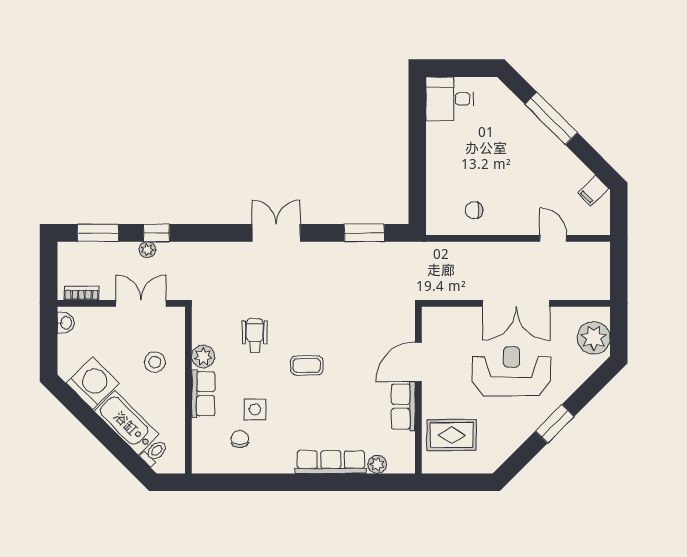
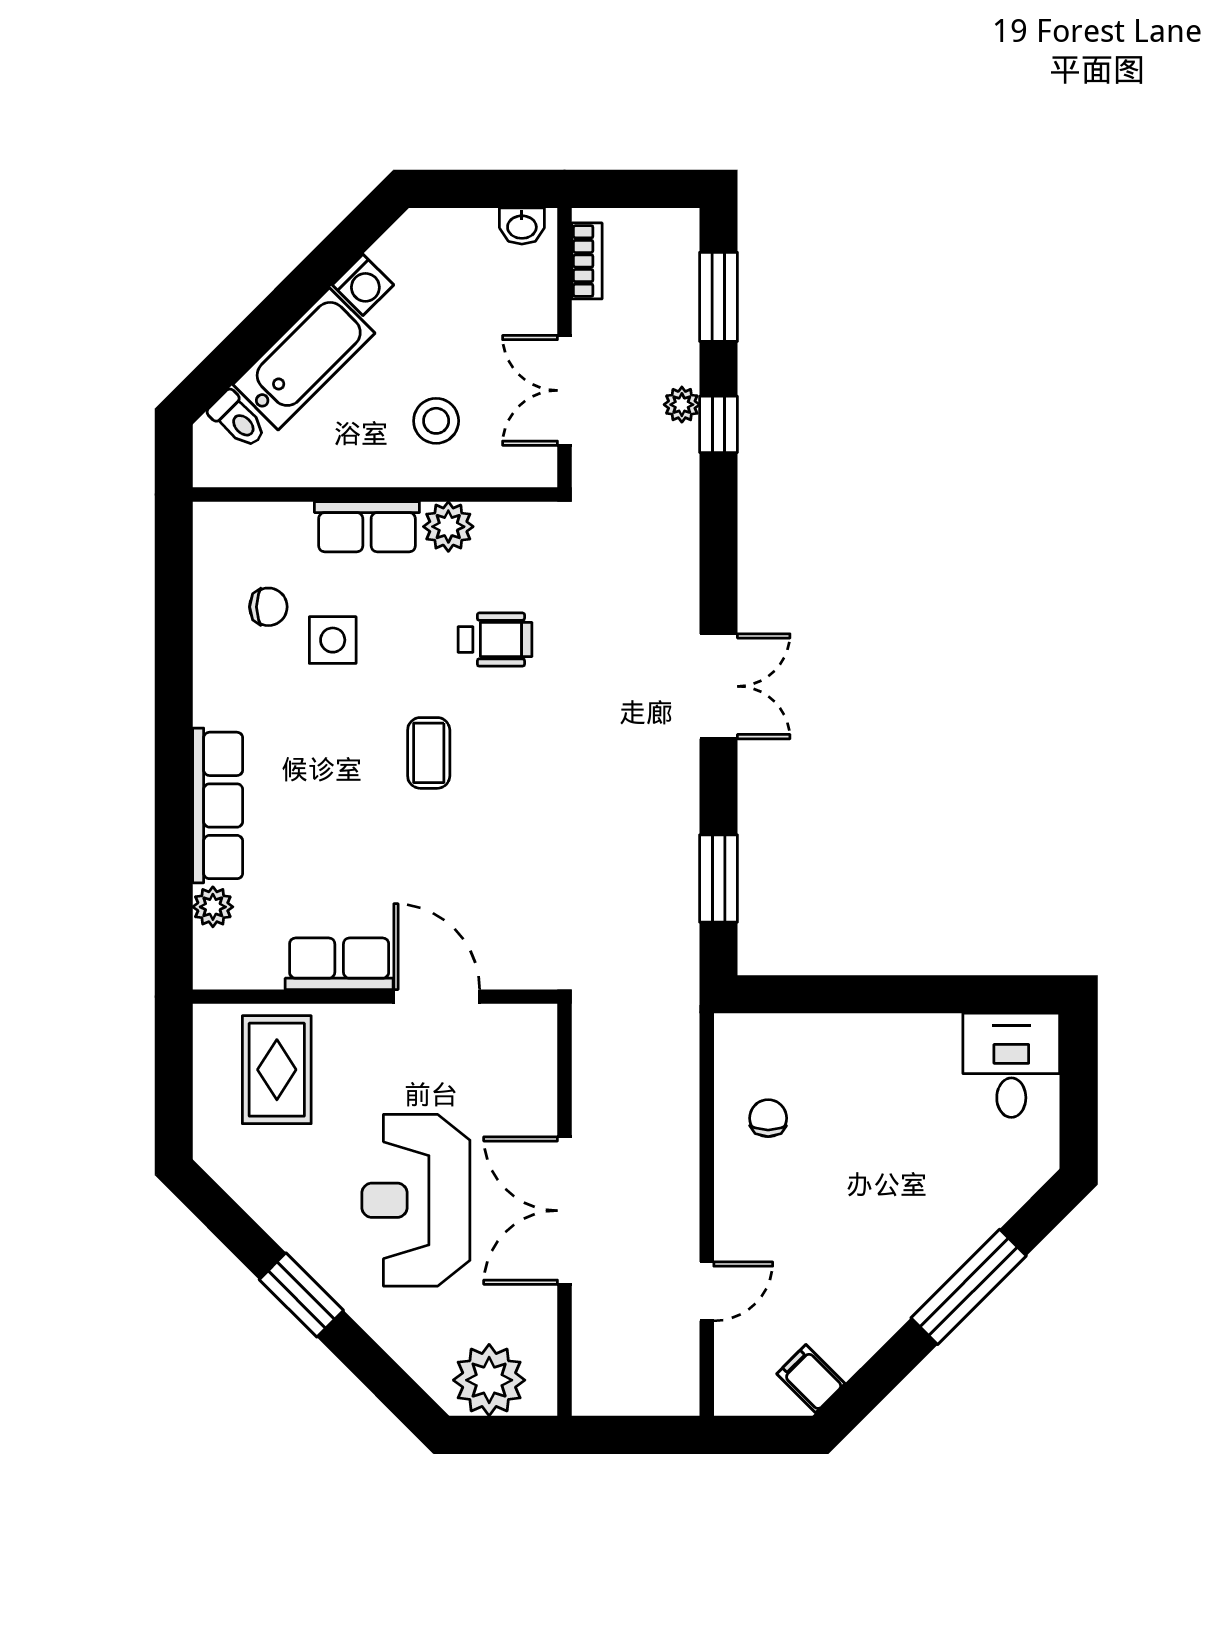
double door: (141, 303) -> (565, 390), swing flipped
reception desk: (511, 371) -> (416, 1200), turned 180
washing machine: (93, 383) -> (363, 285), width x0.53, depth x0.53

